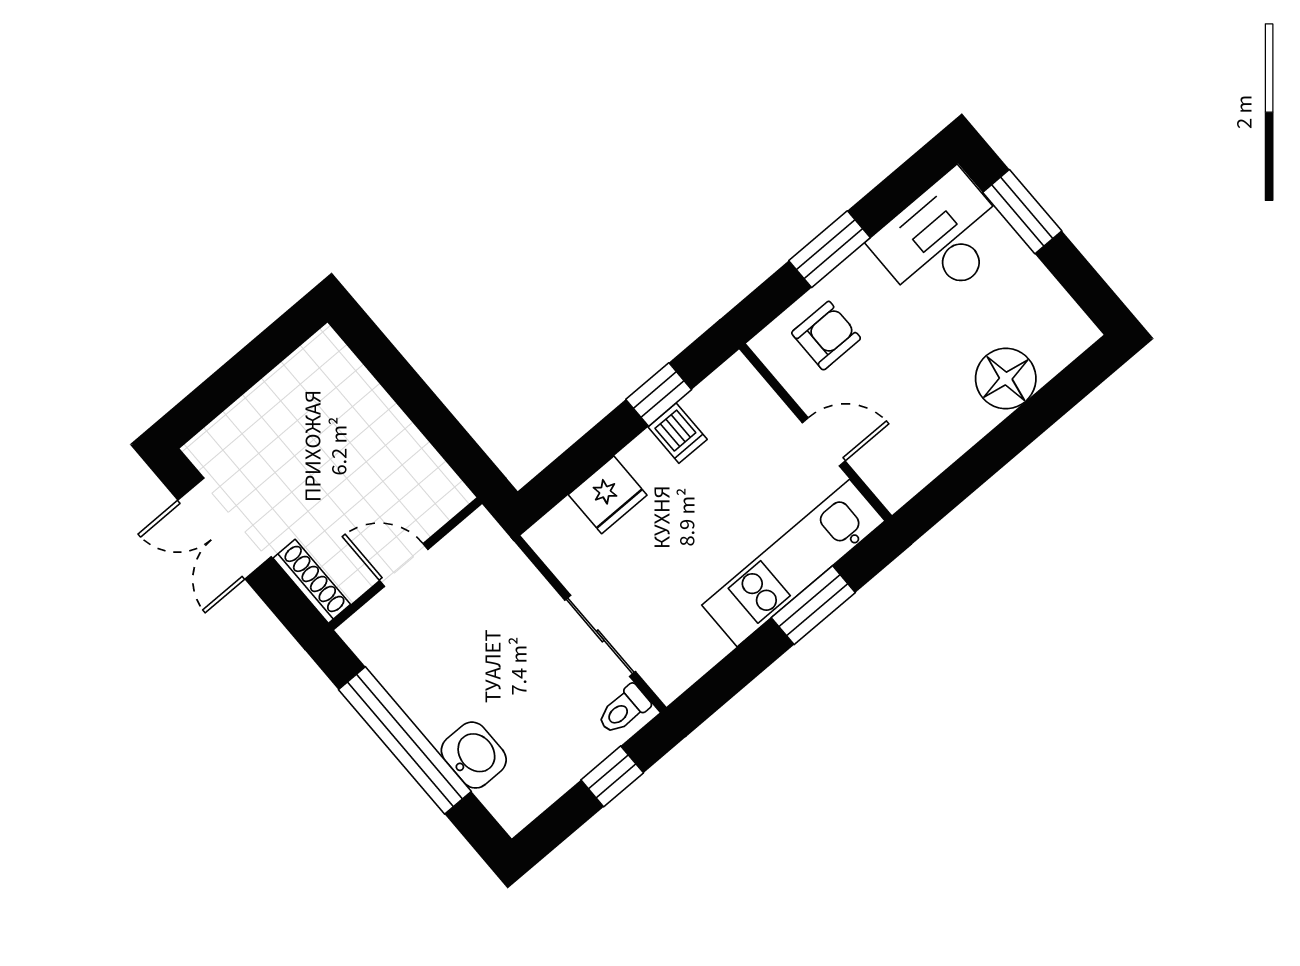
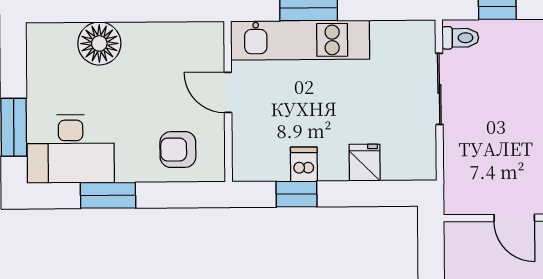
window: (830, 249) -> (108, 195), moved
fridge: (608, 495) -> (365, 163), width x0.72

